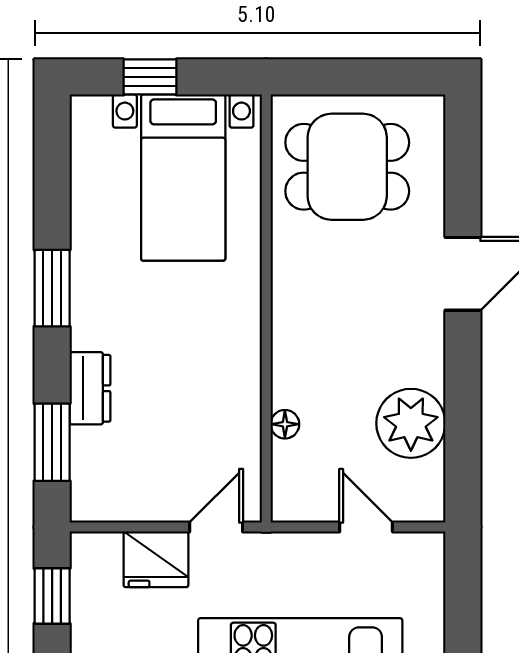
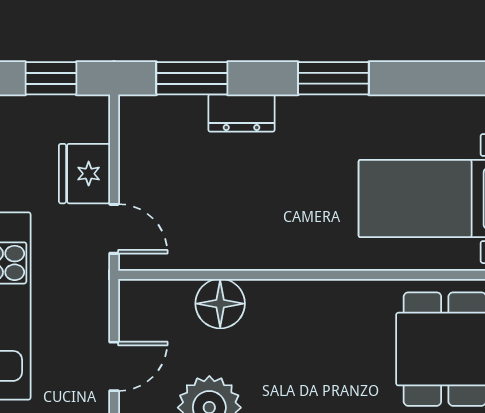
floor lamp: (285, 424) -> (220, 304), width x1.89, depth x1.89

